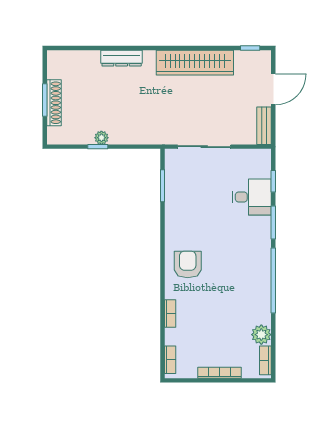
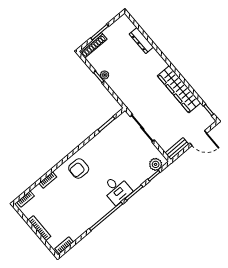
dresser: (122, 58) -> (141, 41), moved
shoe rack: (54, 103) -> (93, 45), moved
desk: (252, 197) -> (117, 189), moved
armchair: (188, 264) -> (79, 169), turned 180
plant: (261, 335) -> (156, 164), moved

